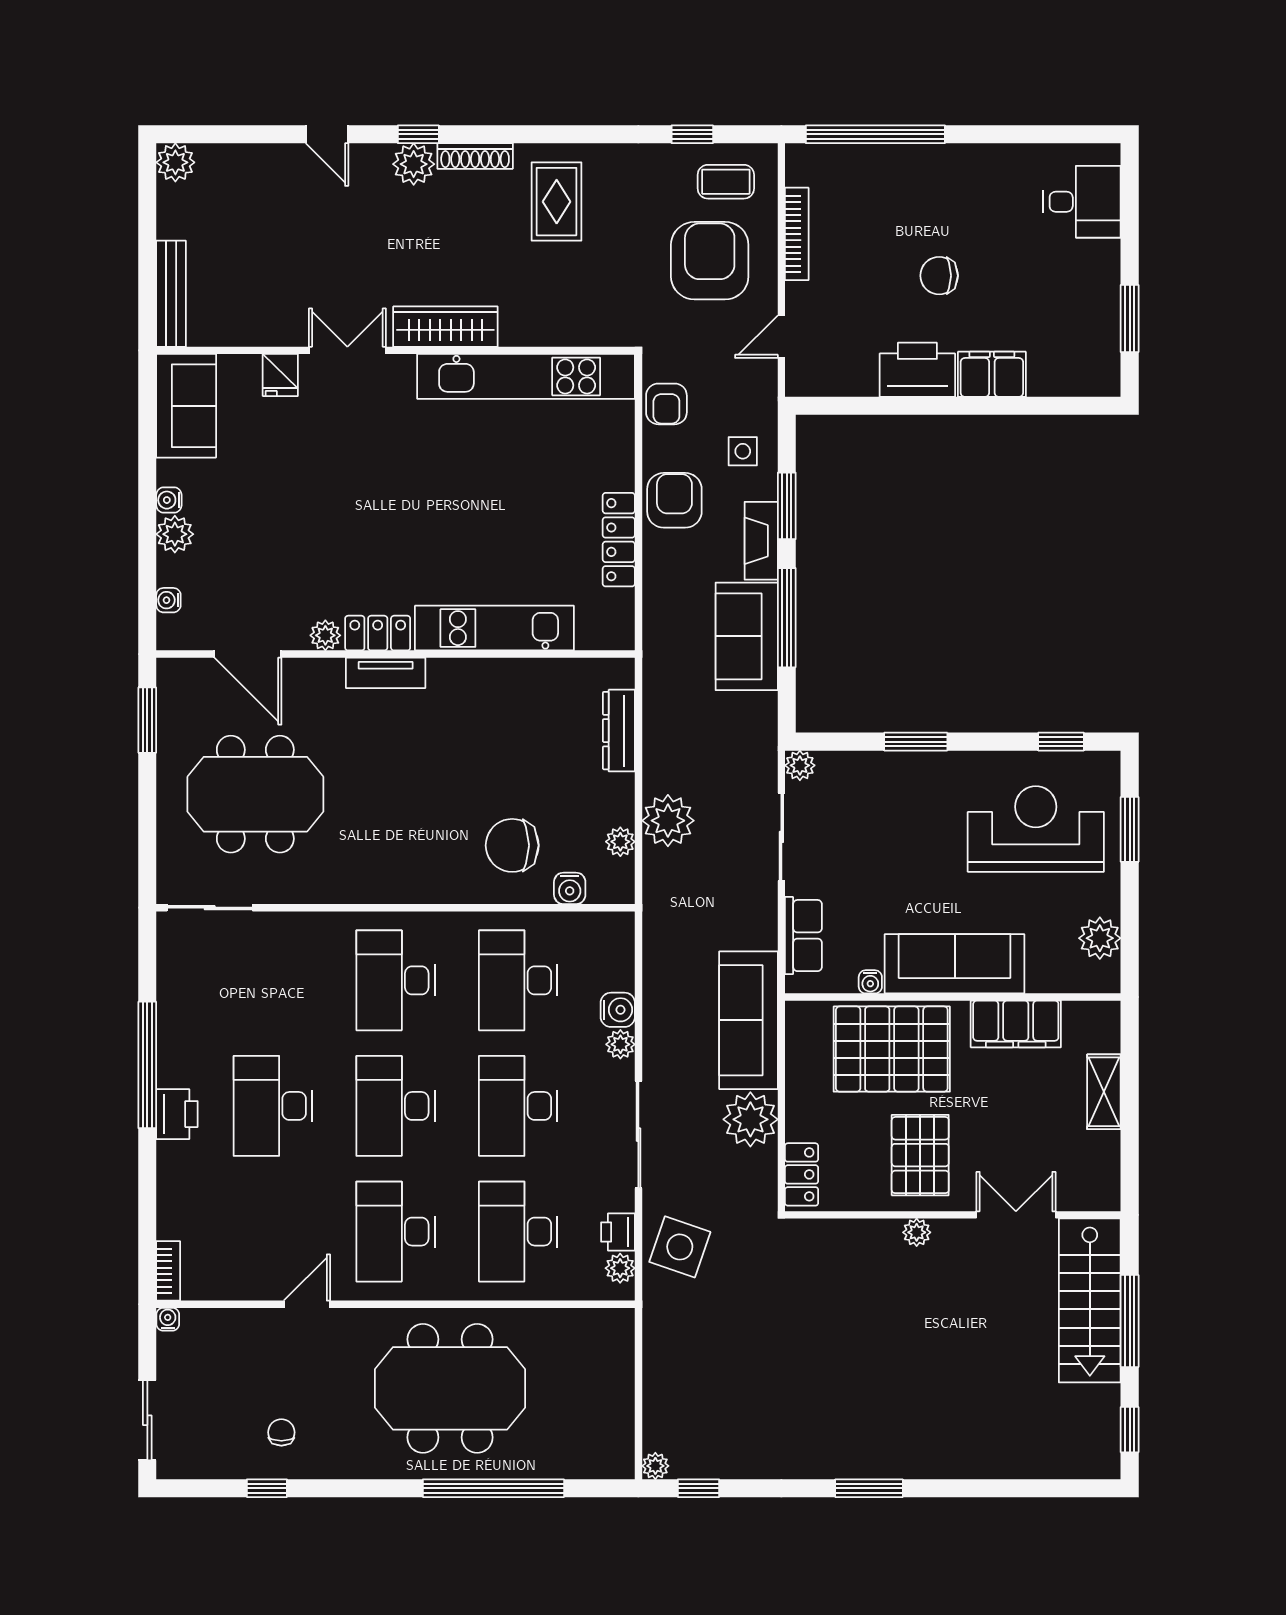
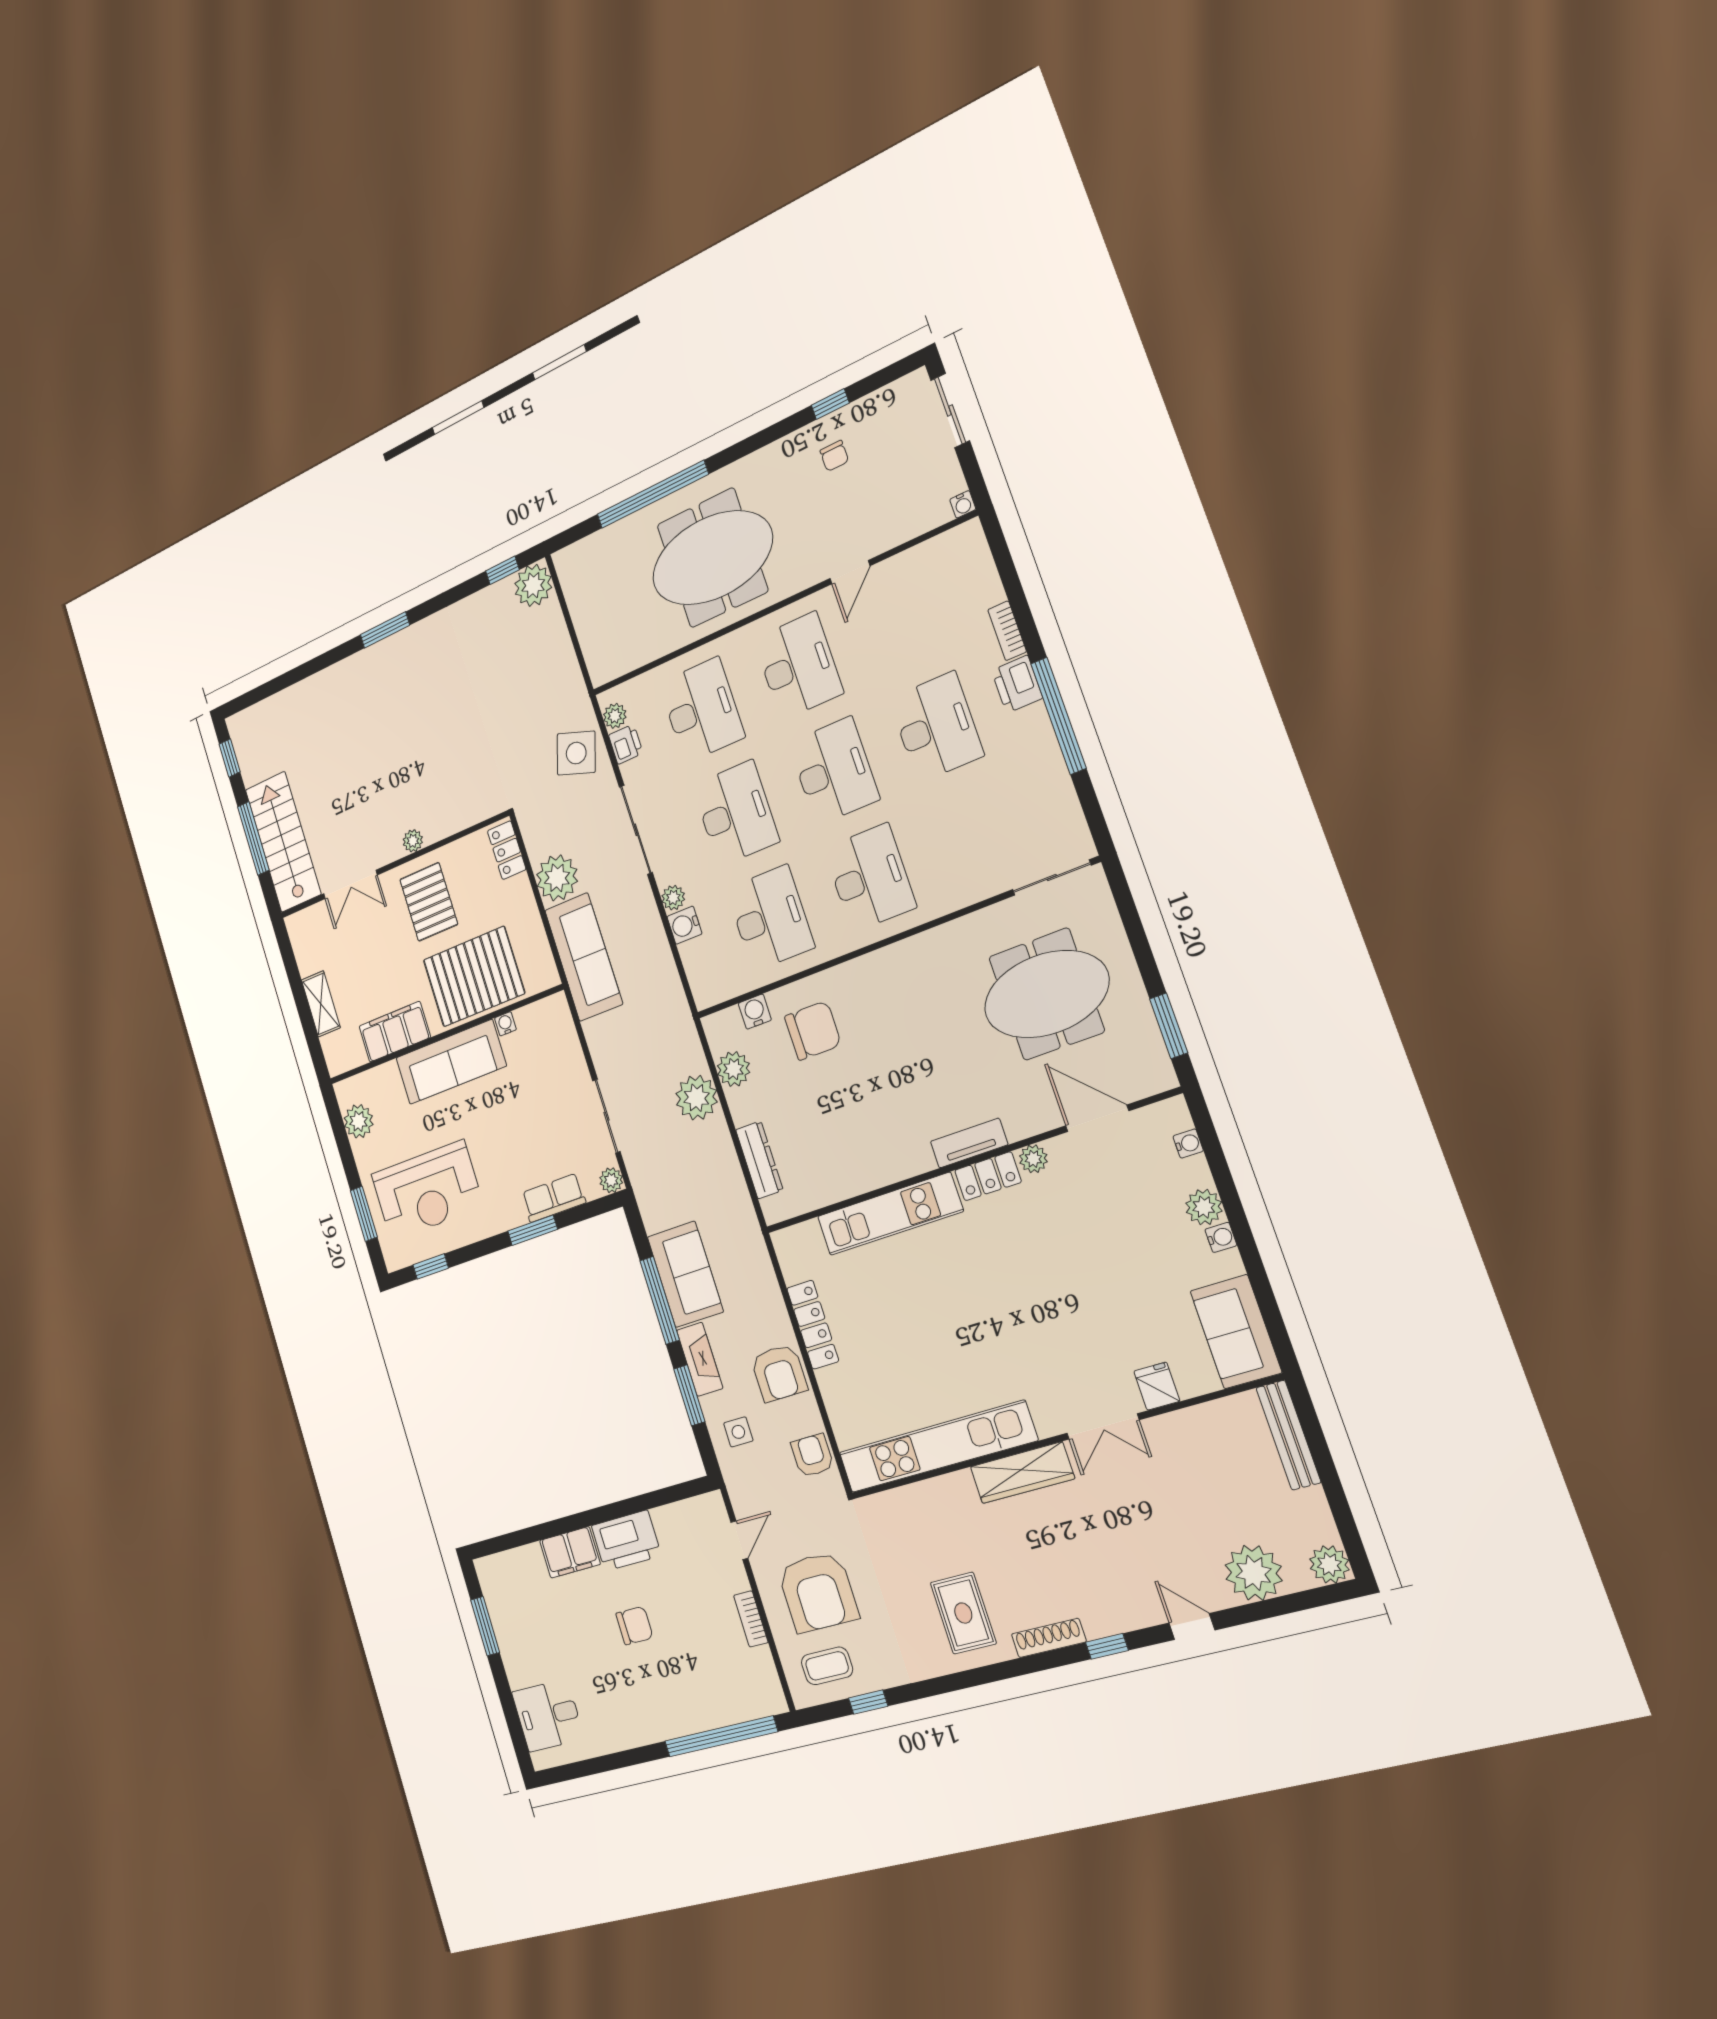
plant: (414, 164) -> (1254, 1573), moved, width x1.36, depth x1.36
bookcase: (797, 234) -> (751, 1619), width x0.64
plant: (620, 842) -> (734, 1069), width x1.38, depth x1.38
row of seats: (803, 936) -> (553, 1198), moved, turned 90
bookcase: (168, 1271) -> (1007, 631), moved
plant: (655, 1466) -> (533, 585), width x1.88, depth x1.88

